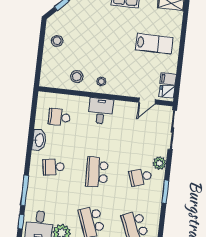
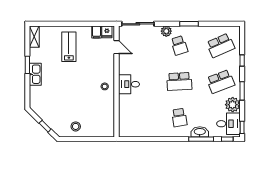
stool: (77, 77) -> (103, 107), removed
school desk: (59, 117) -> (138, 118), removed
washbasin: (39, 140) -> (200, 132), moved

